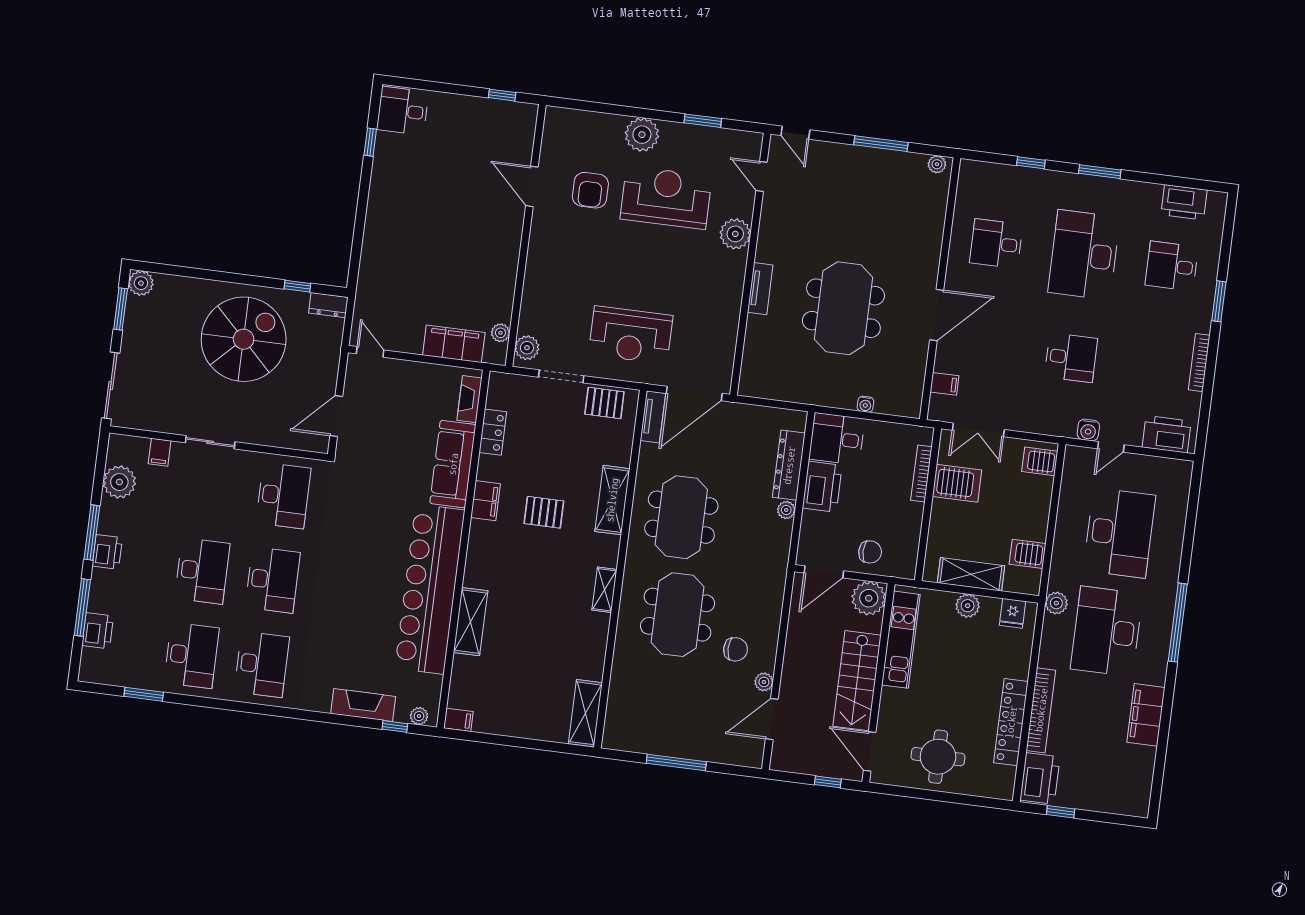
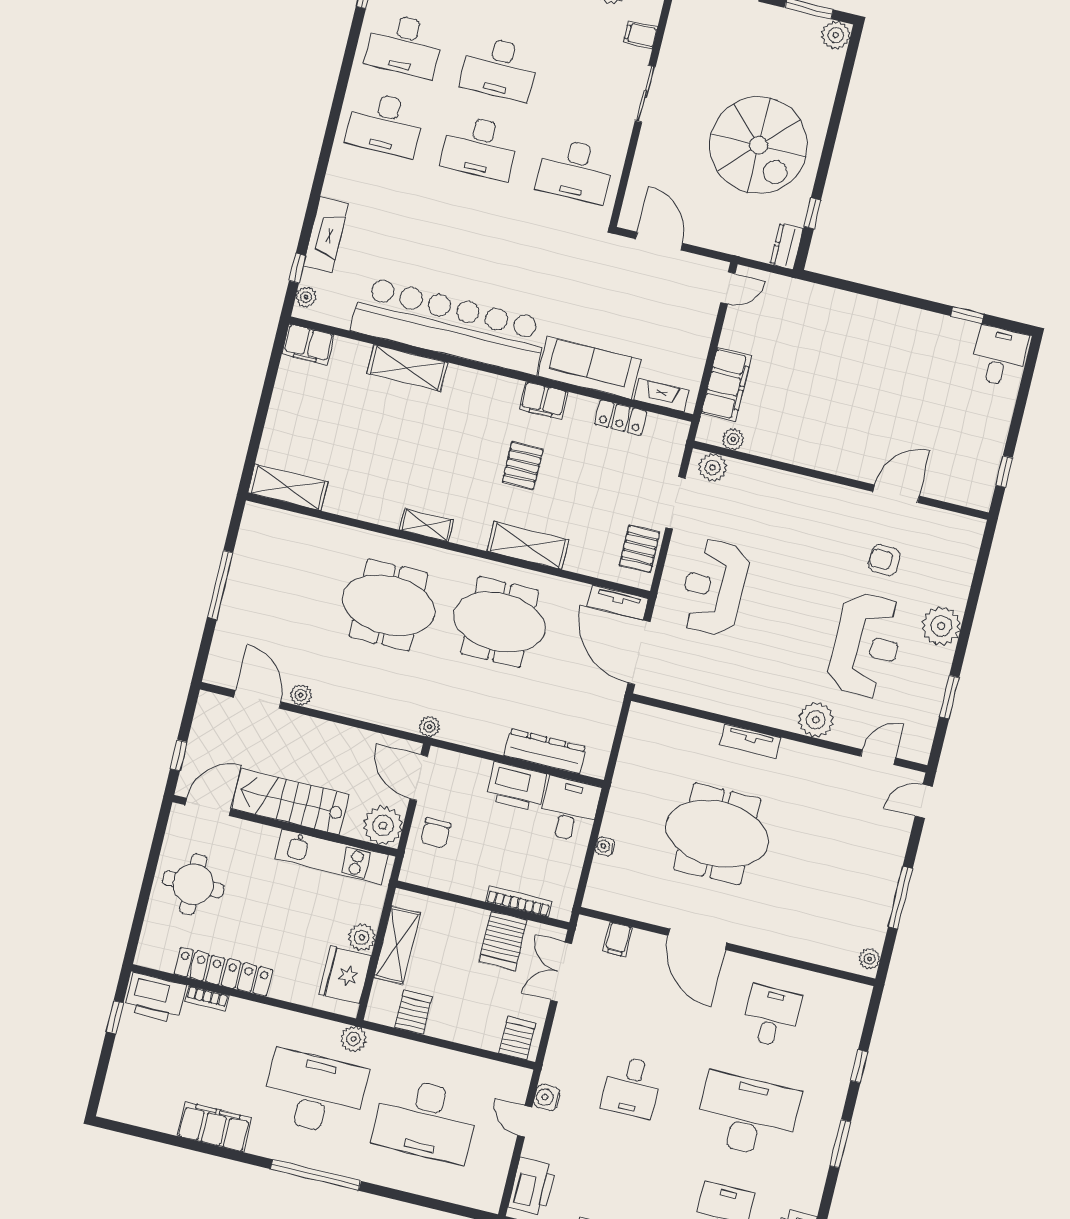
armchair: (590, 190) -> (884, 560), width x0.72, depth x0.72
plant: (786, 510) -> (429, 727), moved
fridge: (1013, 613) -> (345, 975), width x1.88, depth x1.34
chair: (735, 649) -> (342, 667), removed
bookcase: (1041, 710) -> (207, 998), width x0.43, depth x0.76
filing cabinet: (458, 720) -> (308, 344), width x2.00

